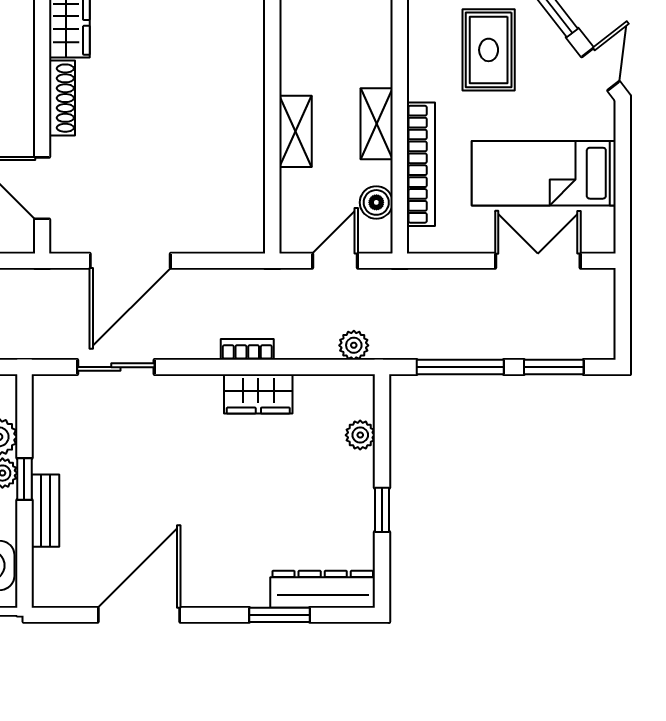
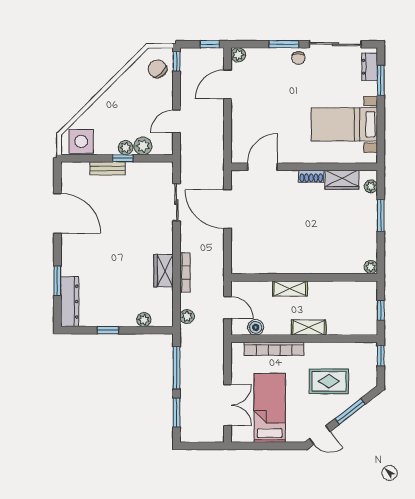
shoe rack: (62, 98) -> (311, 176), width x0.70
shelving: (377, 124) -> (309, 328), moved
bookcase: (247, 349) -> (185, 272), width x1.56

